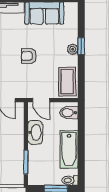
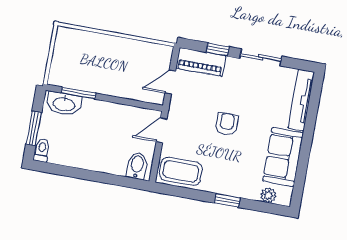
plant: (73, 49) -> (268, 195), moved
washbasin: (35, 132) -> (64, 104), moved
bathtub: (69, 150) -> (85, 157), removed

